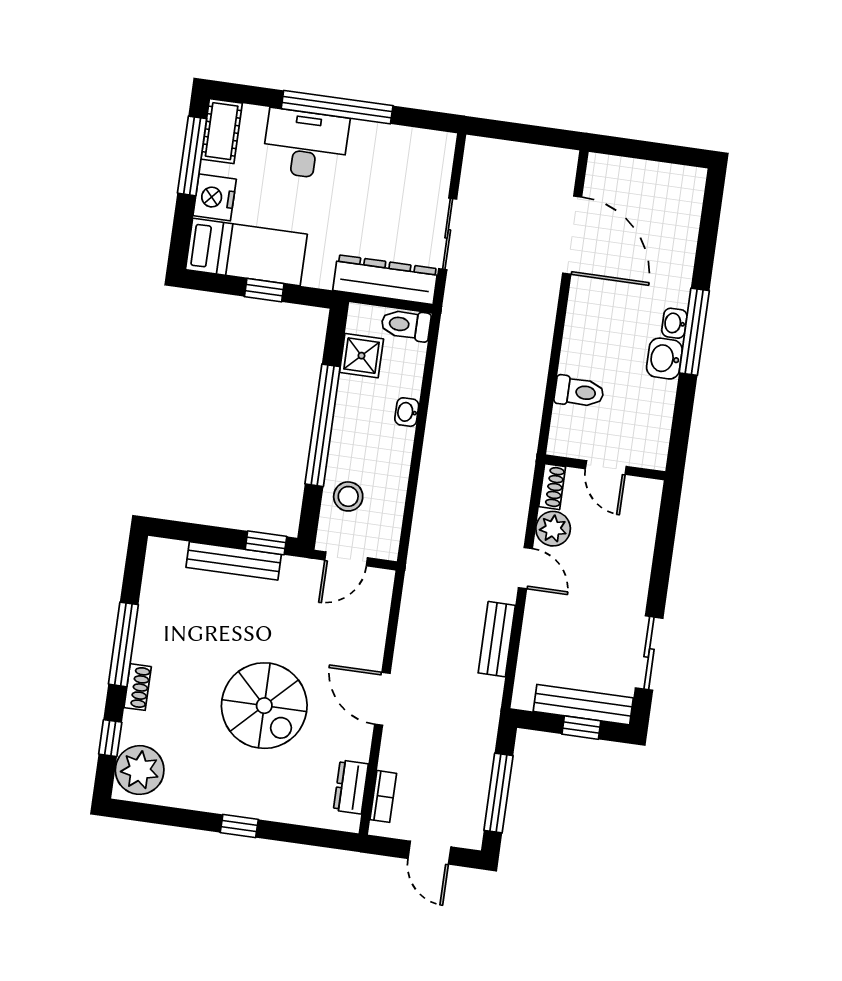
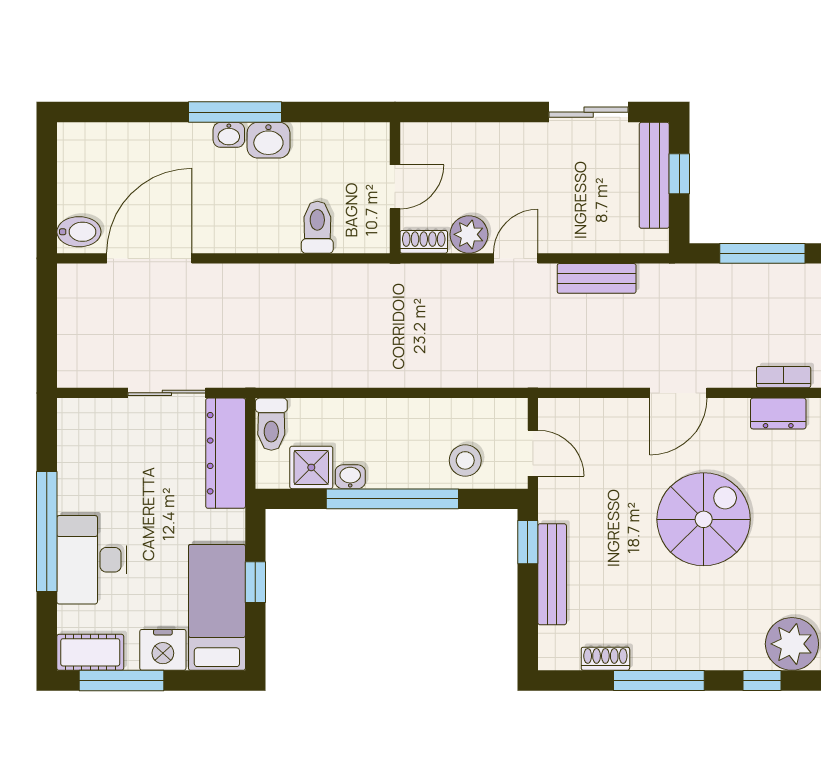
bidet: (605, 175) -> (79, 232), added
washbasin: (407, 412) -> (350, 477), moved, turned 180
shoe rack: (138, 687) -> (605, 659), moved

